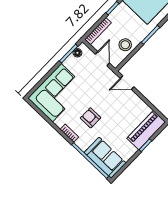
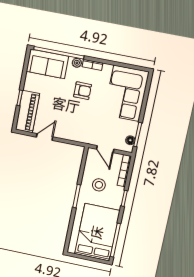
stool: (125, 45) -> (99, 185), moved
door: (127, 83) -> (45, 137), moved
plant: (81, 143) -> (77, 63), added

